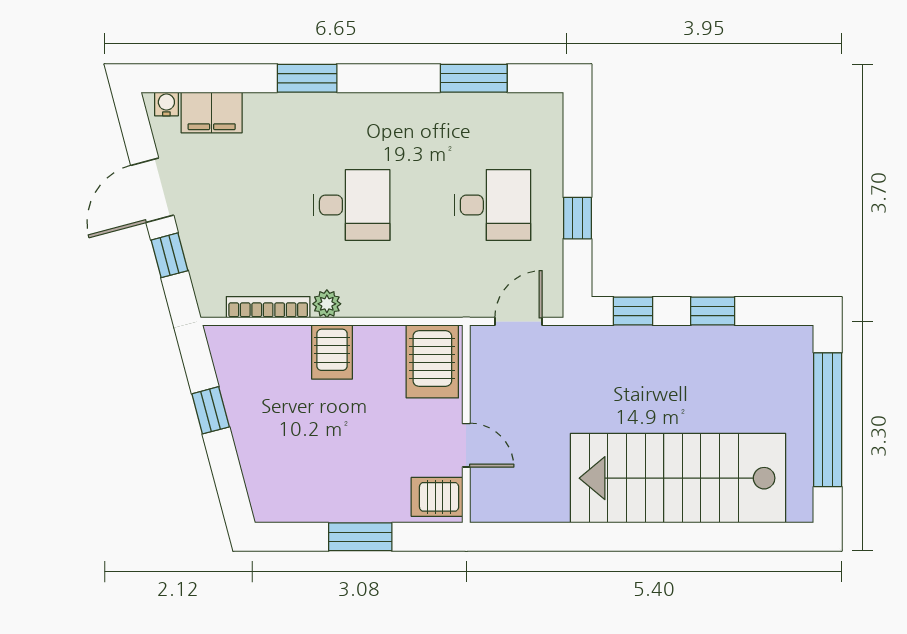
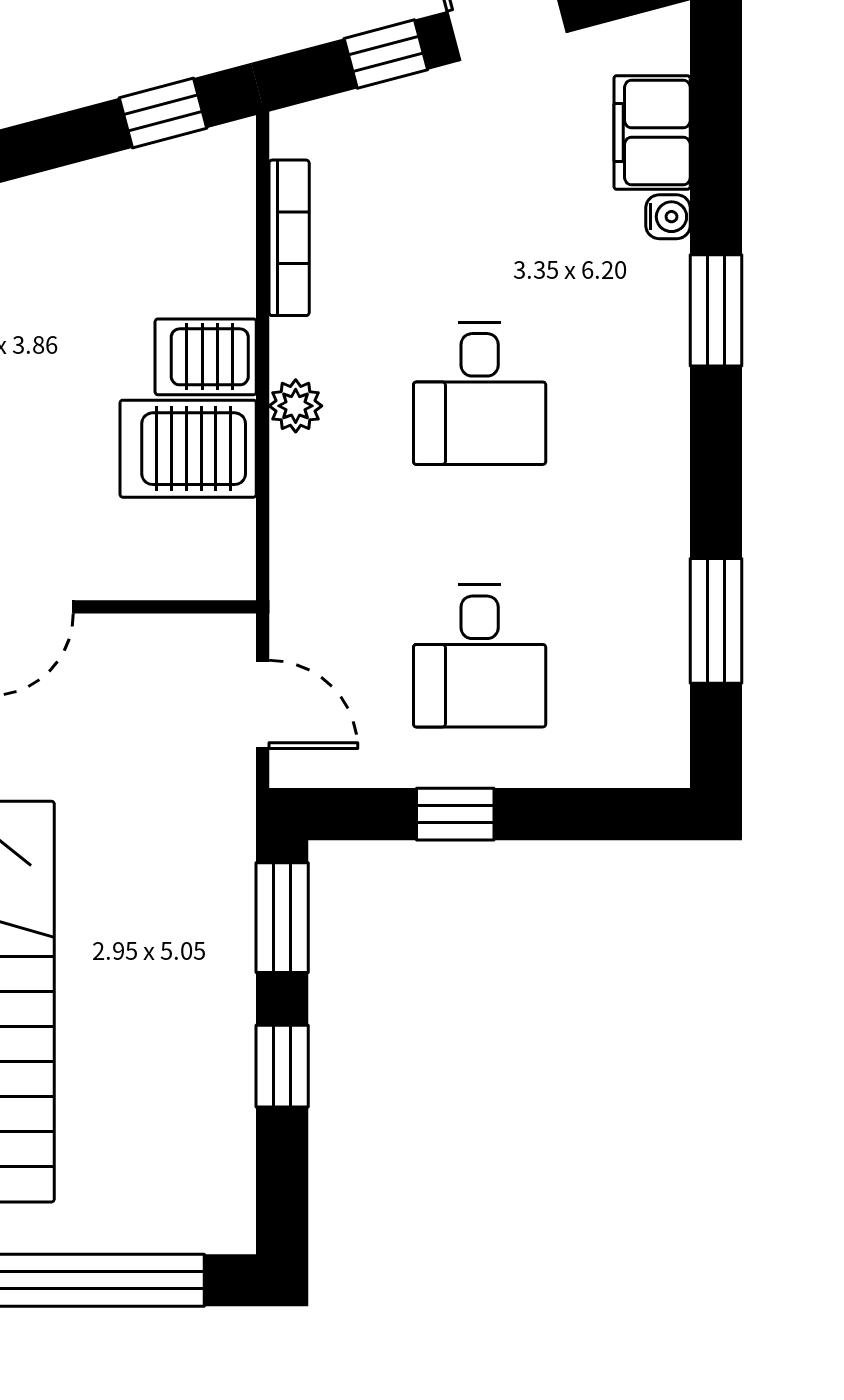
water cooler: (166, 104) -> (668, 217), moved
plant: (327, 304) -> (296, 406), moved
window: (633, 311) -> (282, 918), width x1.50
server rack: (432, 361) -> (188, 449), moved
window: (211, 410) -> (163, 113), moved

